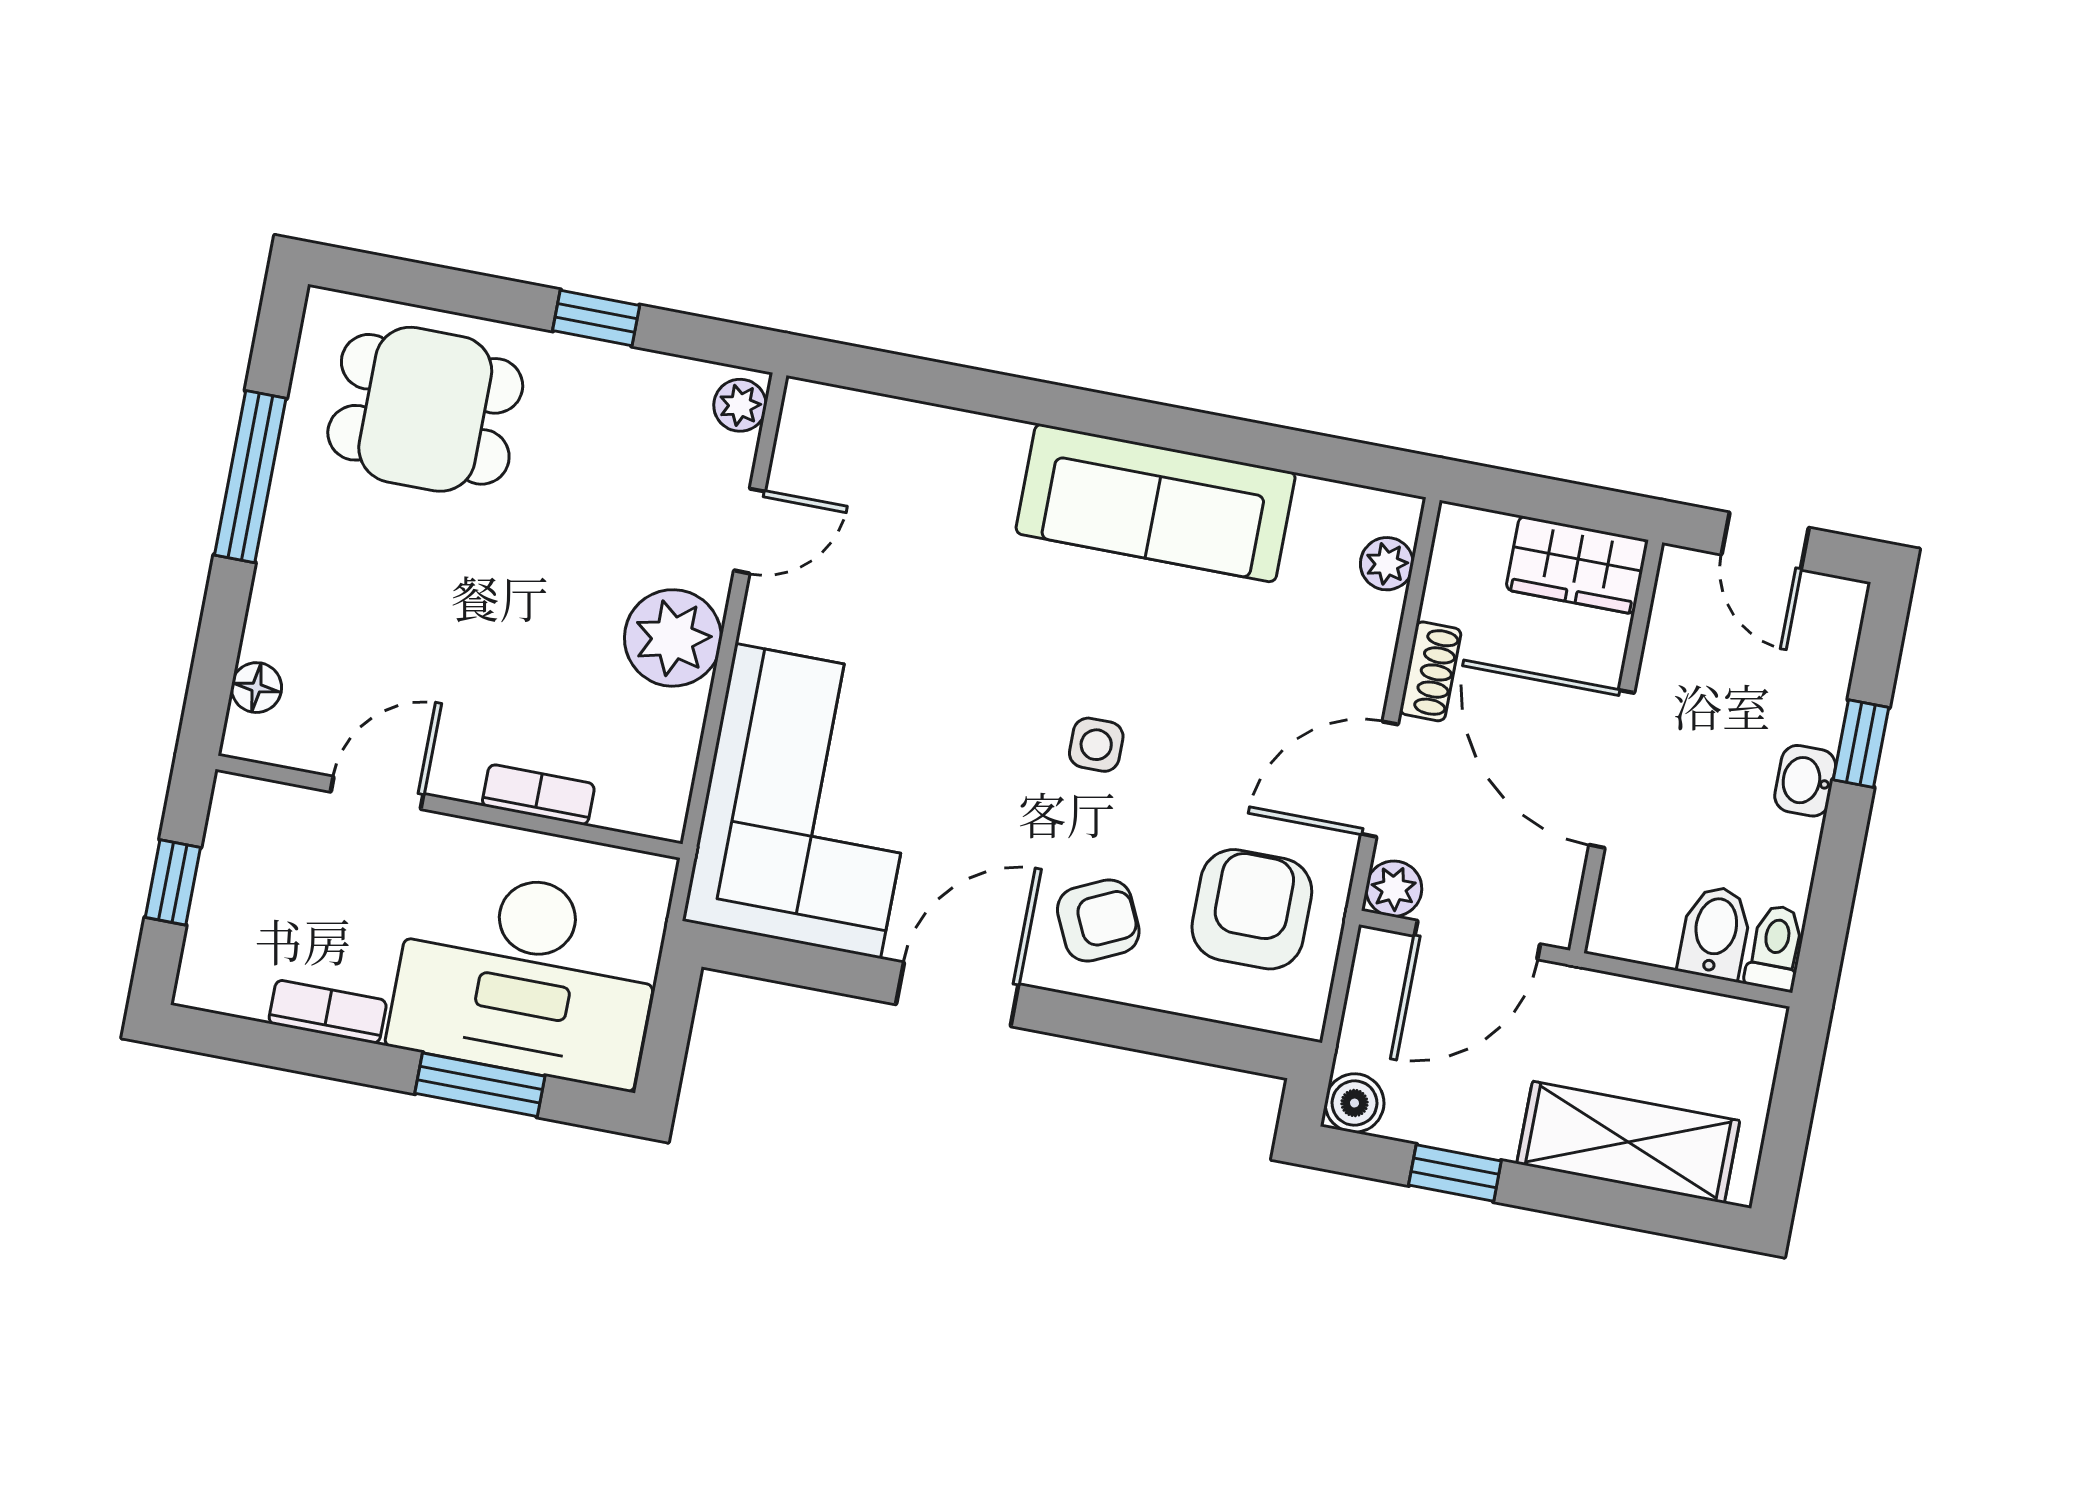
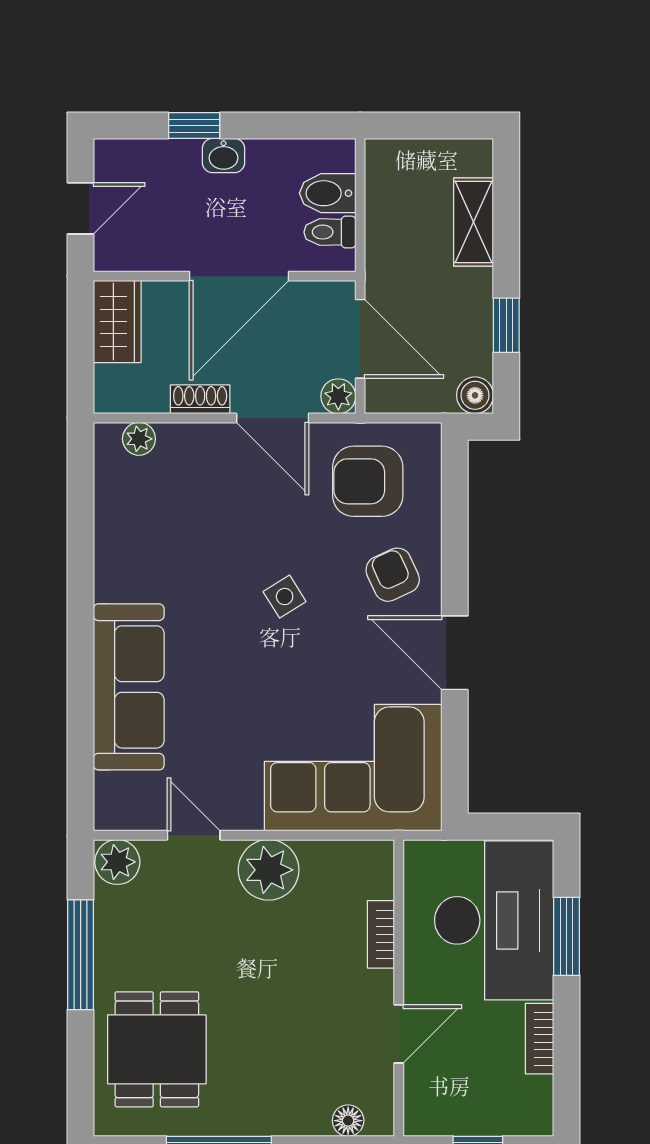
window: (596, 318) -> (81, 955), width x2.17
plant: (740, 405) -> (117, 862), width x1.38, depth x1.38
sofa: (1156, 503) -> (129, 687), moved
side table: (1096, 745) -> (285, 597), turned -32
door: (377, 793) -> (399, 1034), swing flipped
toilet: (1775, 948) -> (330, 232), moved
shelving: (1628, 1142) -> (474, 222), width x0.67, depth x0.75

